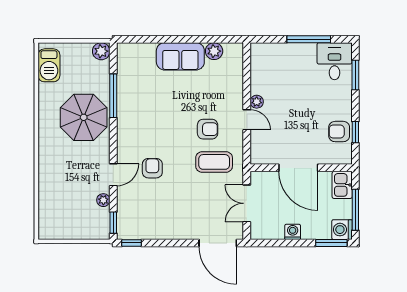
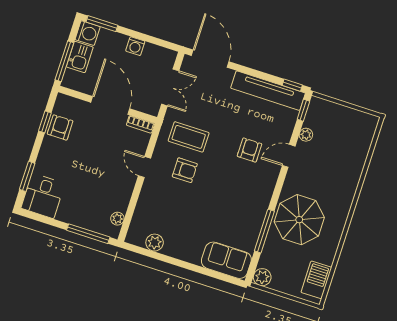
window: (309, 39) -> (88, 234), moved
sofa: (180, 56) -> (226, 260), moved
plant: (257, 102) -> (117, 219), moved
armchair: (208, 129) -> (185, 170), turned 180
armchair: (339, 132) -> (60, 127), turned -90
bookcase: (264, 159) -> (140, 124), added
armchair: (152, 168) -> (249, 150), turned 180
kitchen sink: (342, 185) -> (80, 57), moved
window: (355, 210) -> (64, 61), moved
tv unit: (153, 230) -> (268, 91), added

